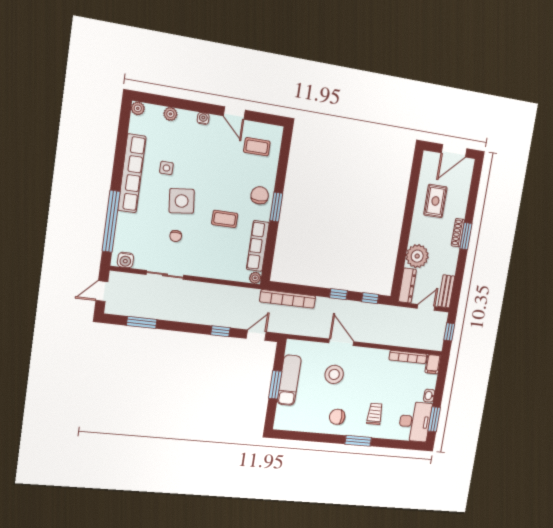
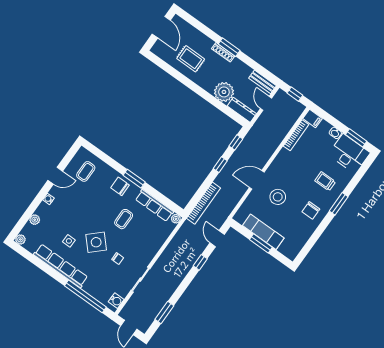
side table: (182, 201) -> (96, 242), turned -37

